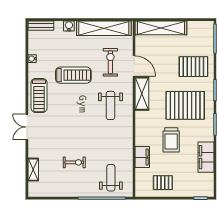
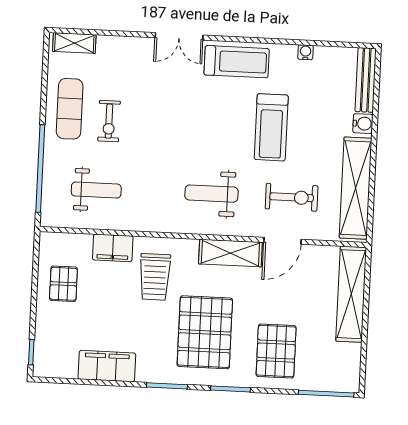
bench: (41, 26) -> (366, 80), width x1.36
treadmill: (39, 95) -> (237, 62), turned 180
double door: (27, 127) -> (179, 36), swing flipped
trolley: (171, 140) -> (155, 277), moved, turned -90
shelving: (33, 170) -> (74, 43), moved
weight bench: (111, 178) -> (96, 190), moved
exercise mat: (69, 184) -> (70, 109), added

